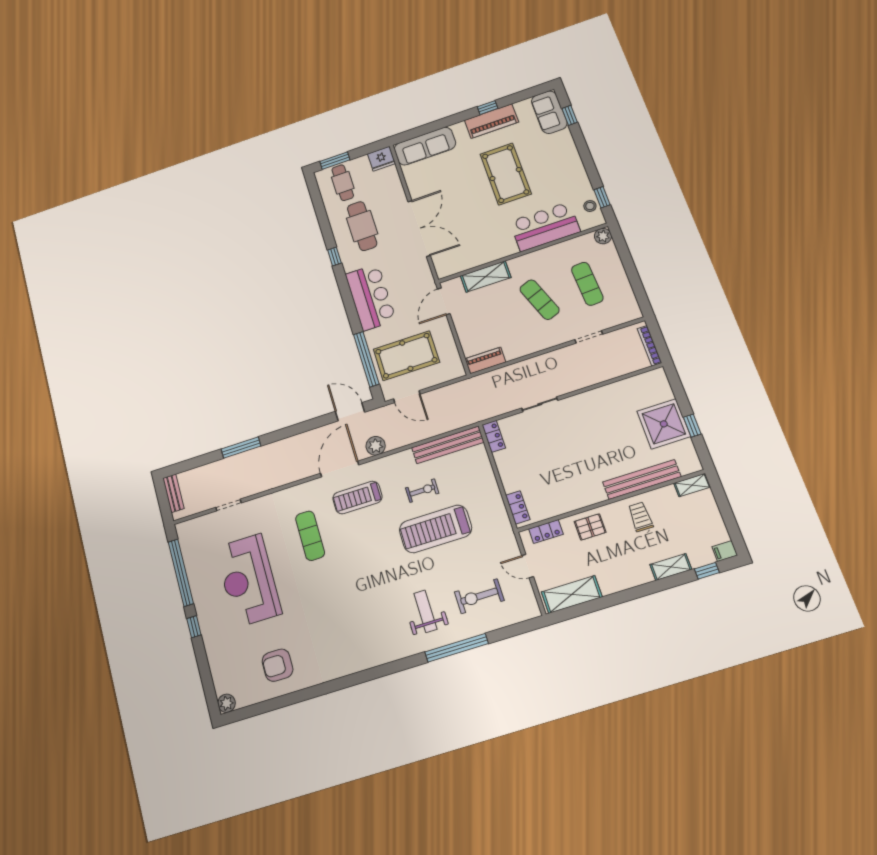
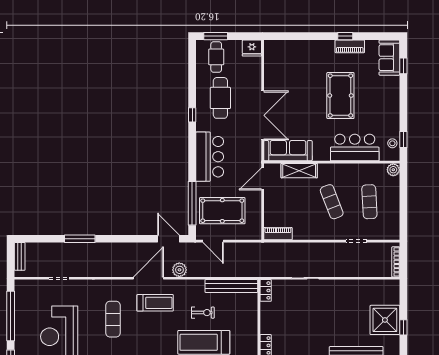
piano: (491, 121) -> (350, 46), width x0.73, depth x0.75
sofa: (425, 146) -> (288, 151), moved, turned 180
treadmill: (357, 498) -> (155, 303), turned 180

